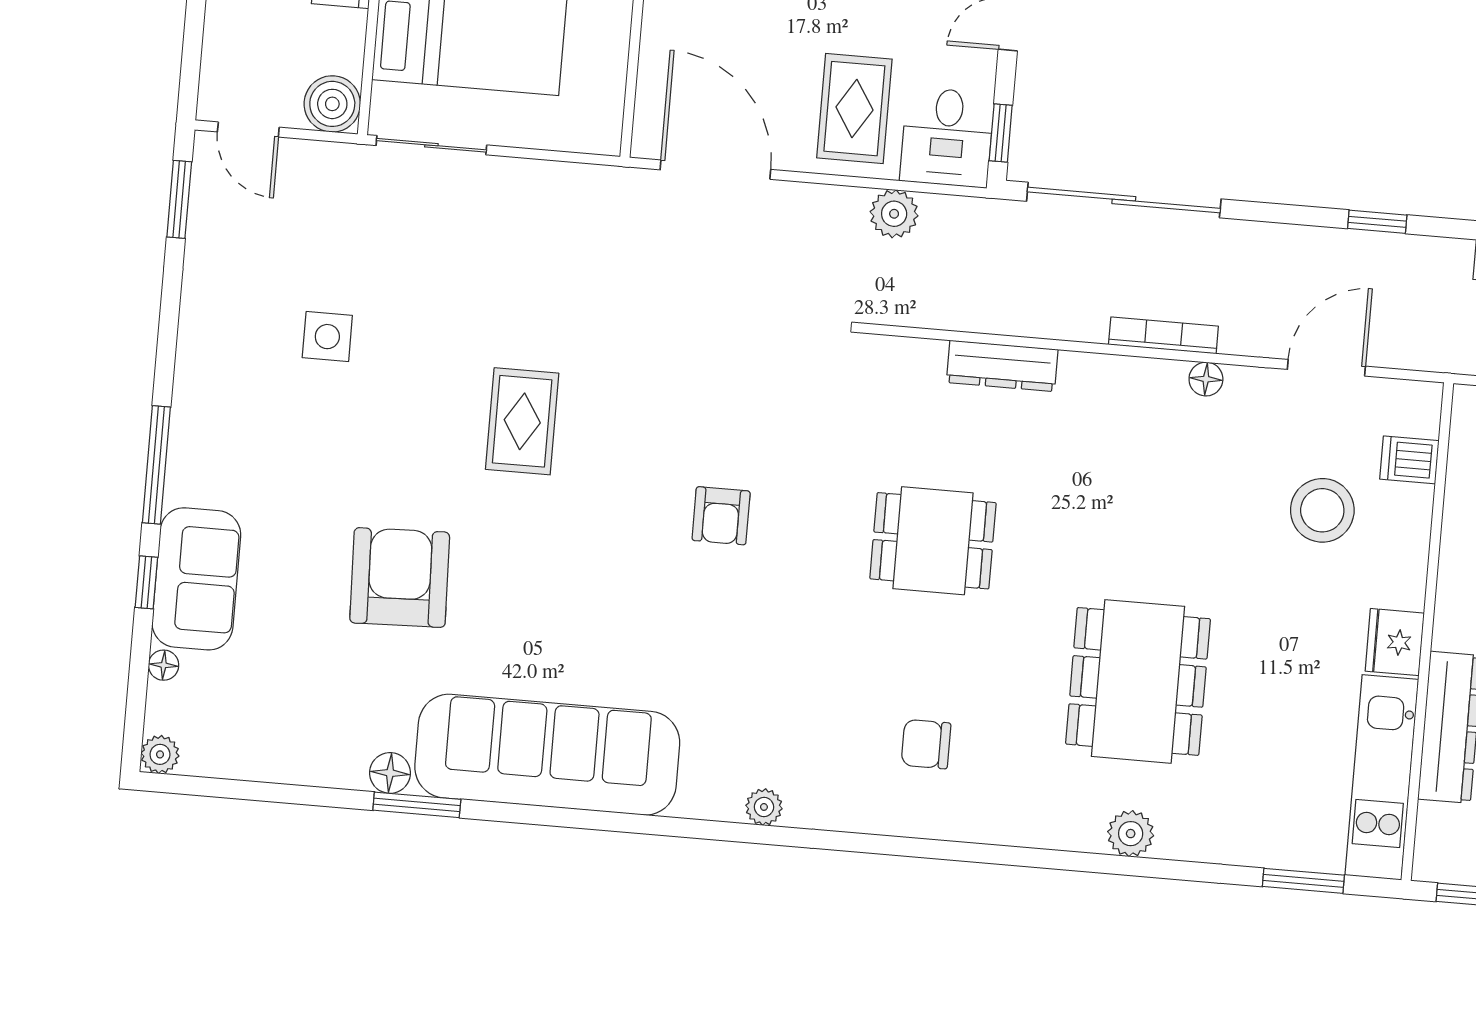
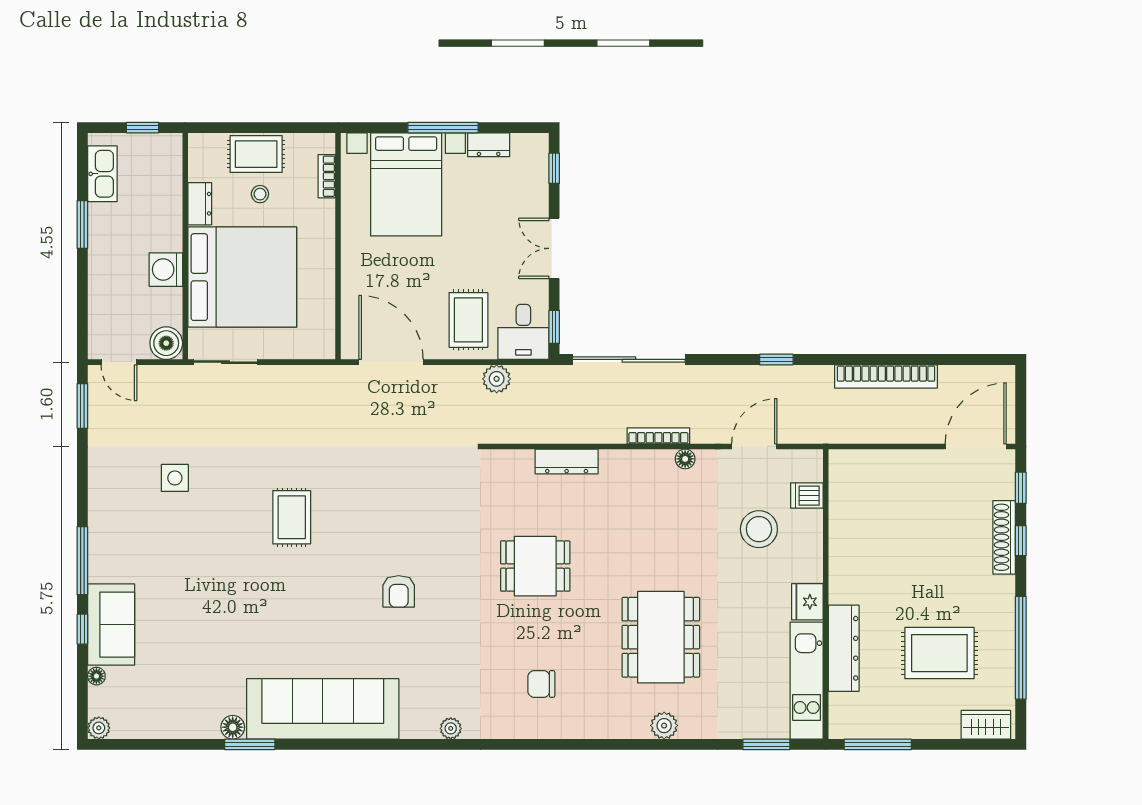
armchair: (721, 516) -> (399, 591), moved
armchair: (400, 578) -> (229, 614), removed

